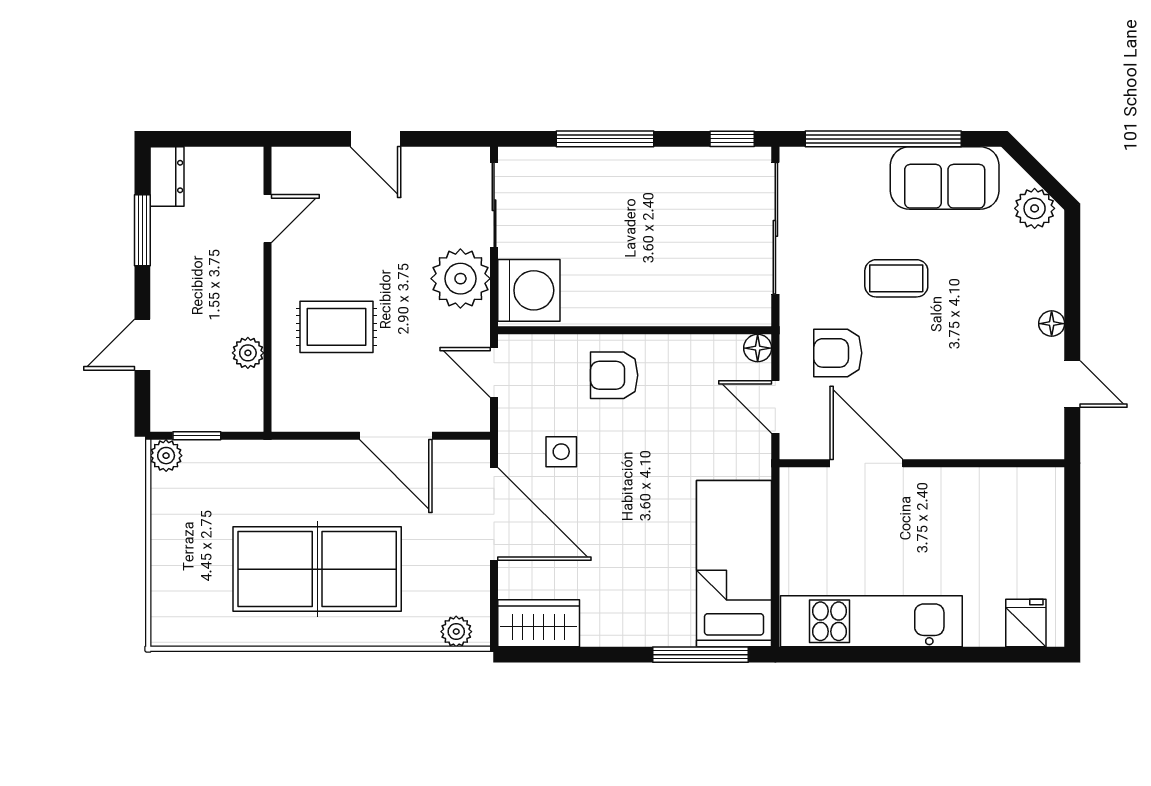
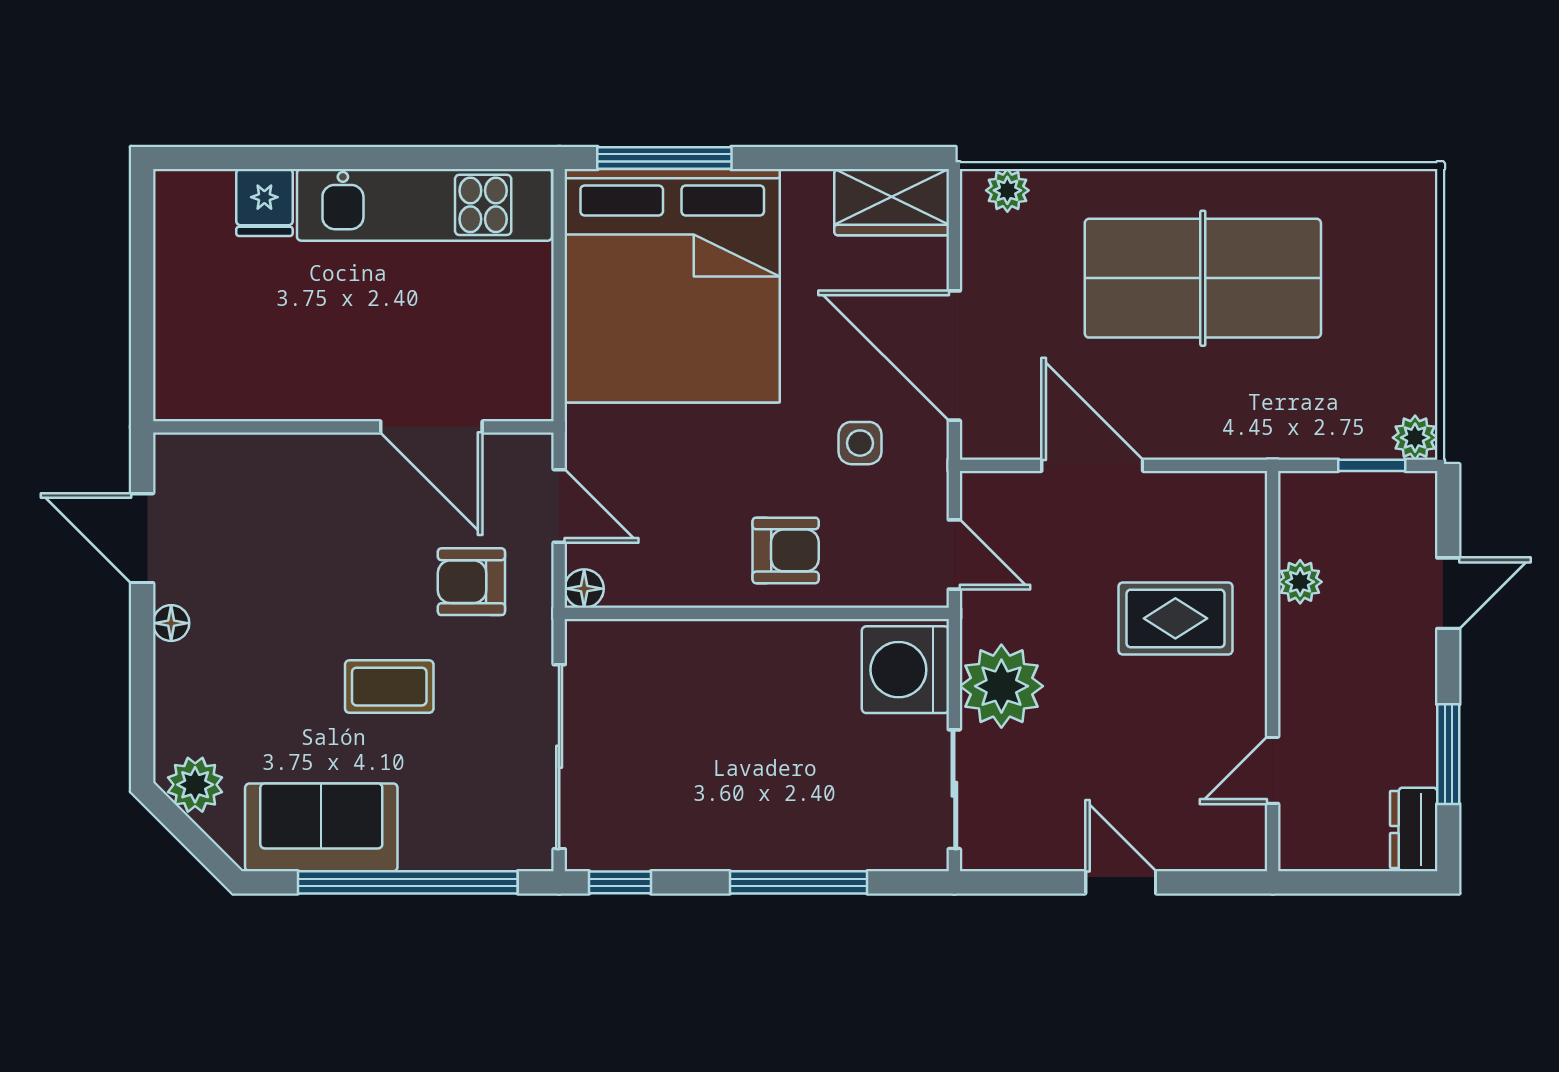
armchair: (838, 353) -> (471, 582), turned 180
door: (1072, 384) -> (142, 538), width x1.38
bed: (734, 564) -> (672, 286), width x2.04
fridge: (1026, 623) -> (264, 203), moved

